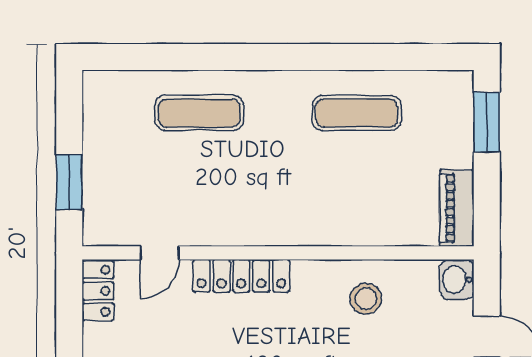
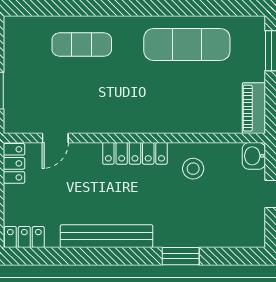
exercise mat: (357, 113) -> (187, 44), width x1.36, depth x1.45
locker: (241, 276) -> (135, 153), moved

